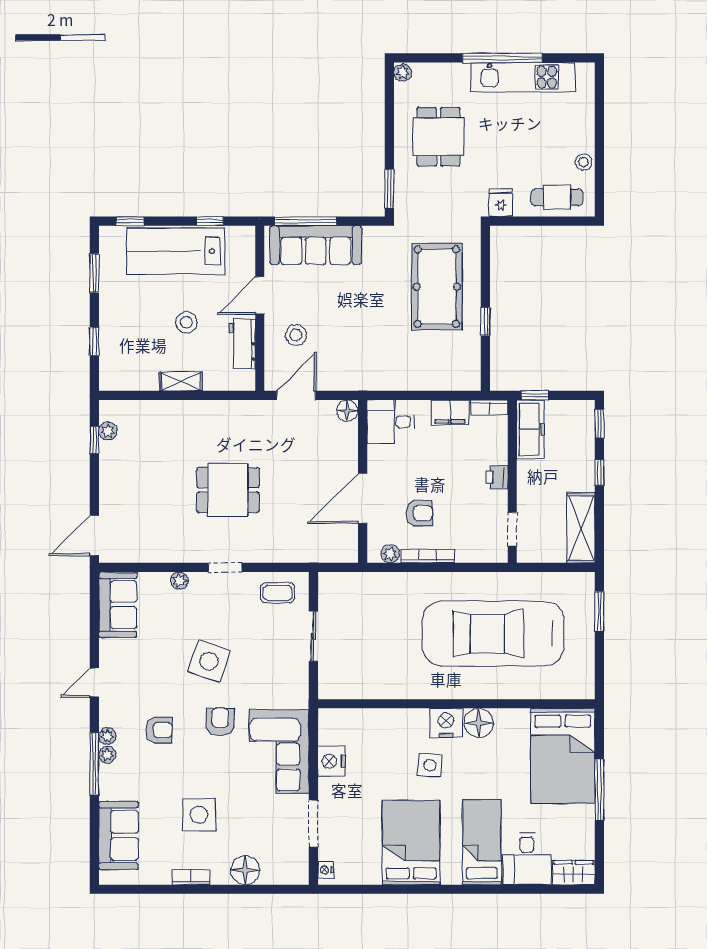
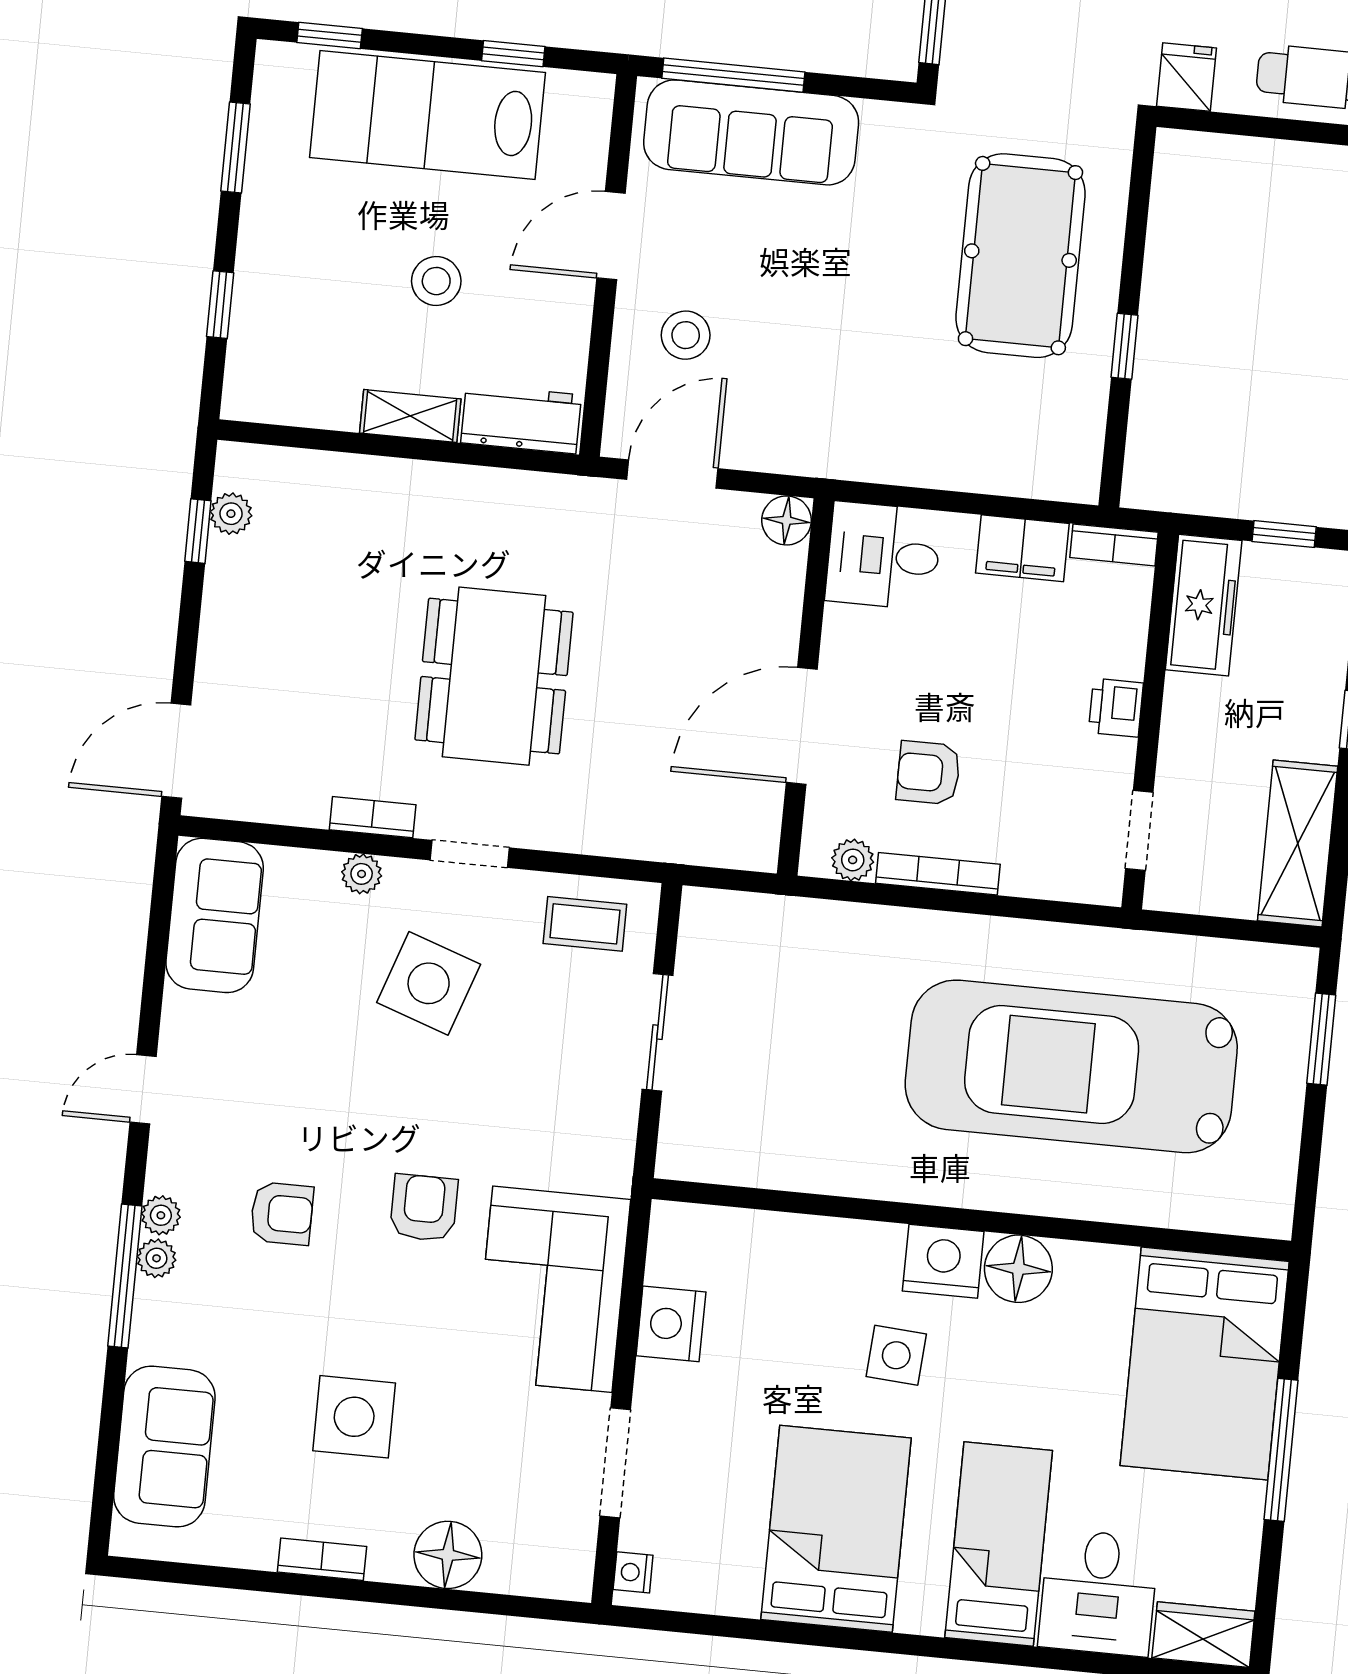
workbench: (242, 344) -> (521, 419), moved, turned 90
window: (535, 395) -> (1284, 534), moved
dining table: (228, 490) -> (494, 676), width x1.38
armchair: (419, 513) -> (928, 773), turned 180
bookcase: (182, 556) -> (373, 817), added
side table: (209, 661) -> (429, 983), moved

